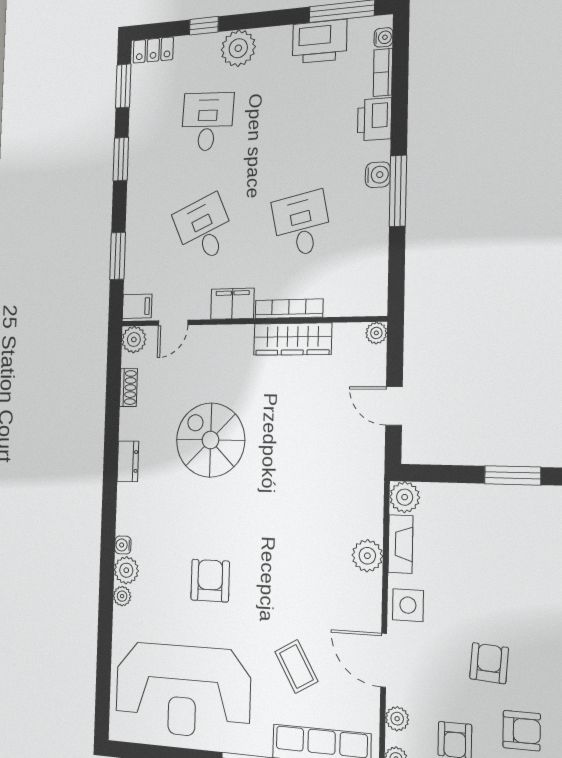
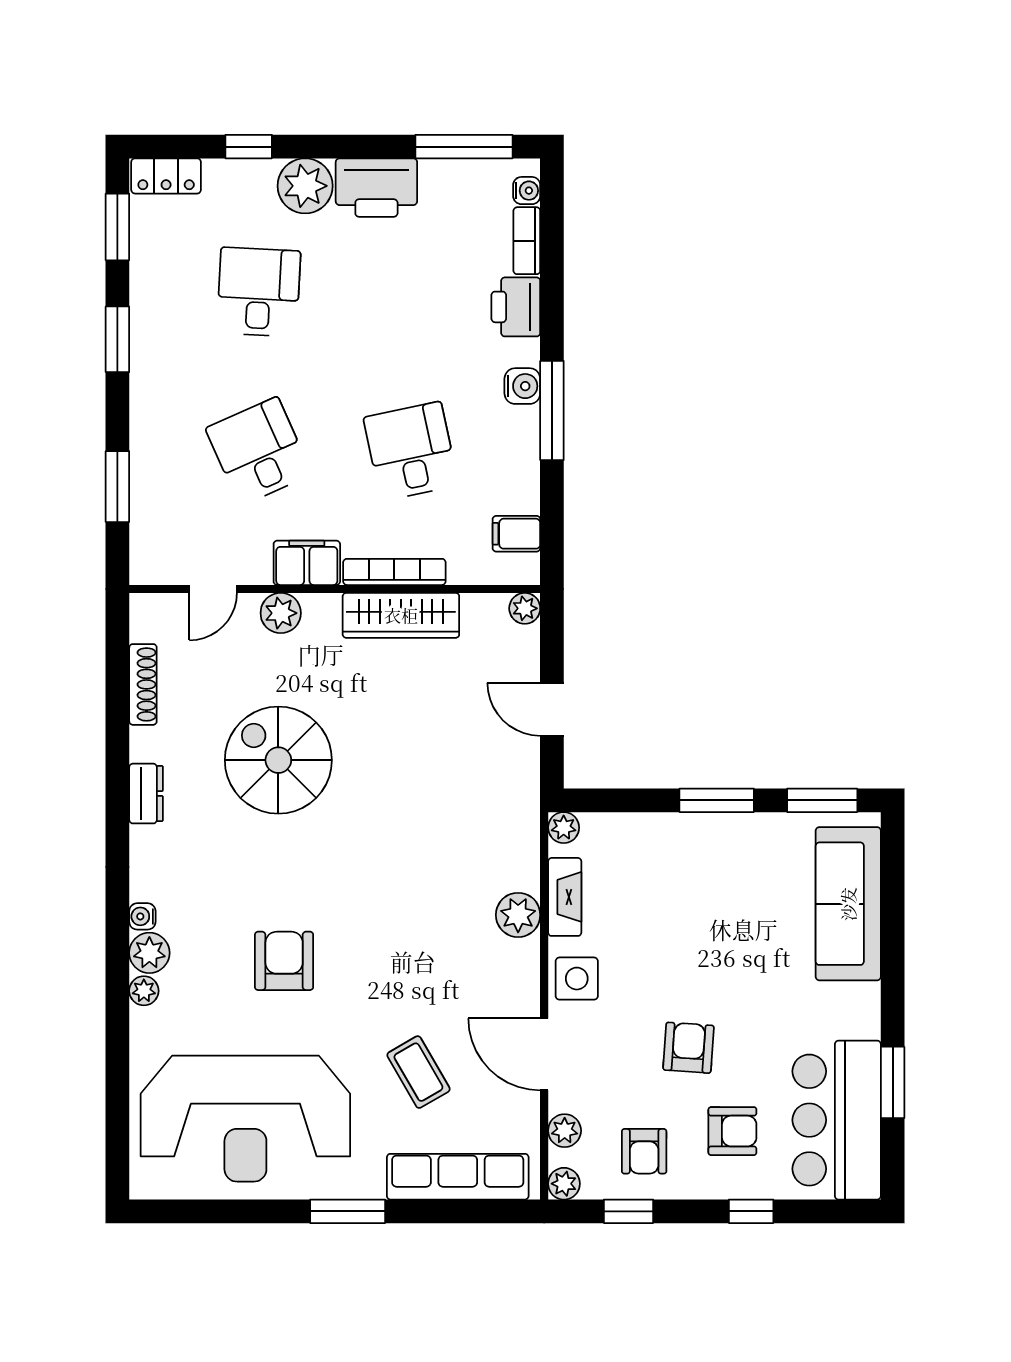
printer: (320, 42) -> (376, 188), moved
filing cabinet: (137, 306) -> (516, 534), moved, turned 180
plant: (134, 340) -> (281, 613), moved
shoe rack: (128, 388) -> (143, 684), width x1.43
plant: (405, 497) -> (564, 828), width x0.73, depth x0.73

